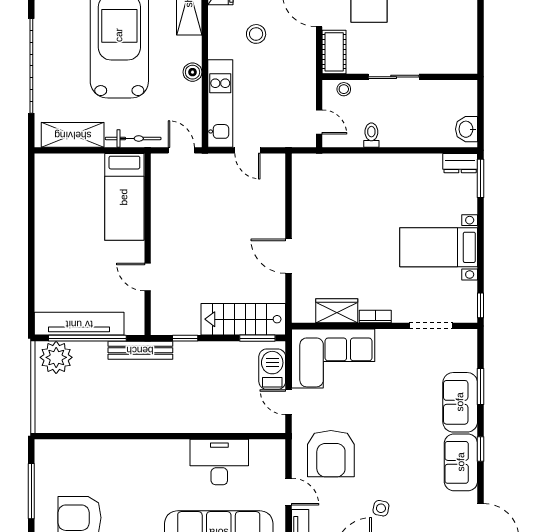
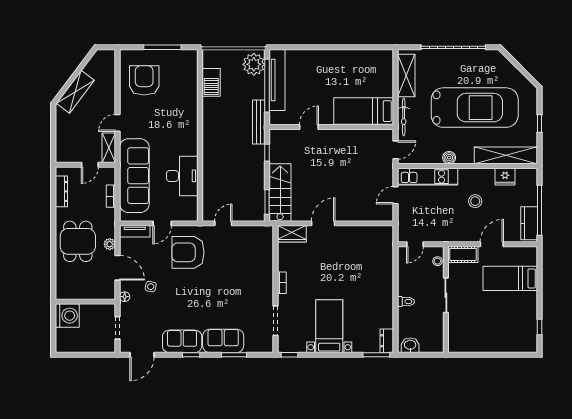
toilet: (371, 135) -> (406, 302), moved
wardrobe: (337, 311) -> (292, 234), moved, turned 90
corner sofa: (333, 359) -> (253, 254), removed
barbecue: (272, 369) -> (211, 82), moved, turned 90

